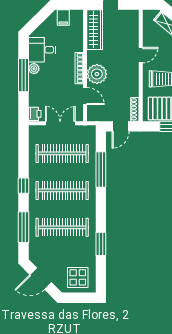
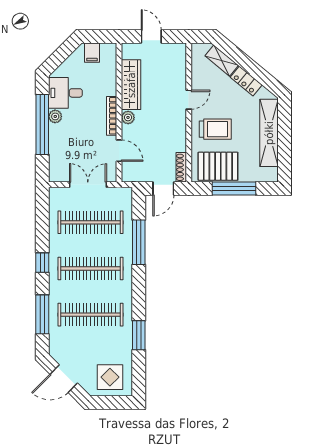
wardrobe: (95, 30) -> (131, 85), moved
plant: (97, 74) -> (128, 117), width x0.53, depth x0.53
window: (23, 75) -> (42, 125), width x1.46
printer: (35, 114) -> (56, 173), removed

